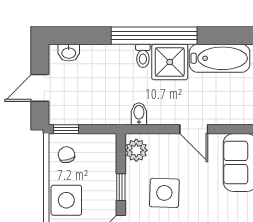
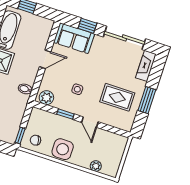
side table: (164, 193) -> (77, 89), width x0.54, depth x0.54

